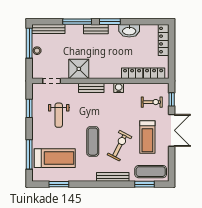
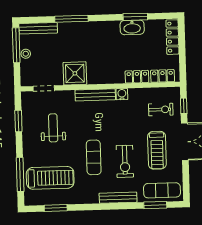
window: (110, 22) -> (135, 17), moved
bench: (96, 29) -> (93, 27), removed
bench: (91, 88) -> (95, 95), width x1.36
weight bench: (59, 115) -> (53, 128), turned 180
exercise bike: (119, 146) -> (125, 161), turned 153

